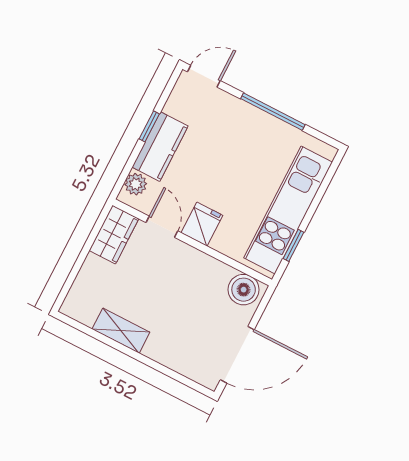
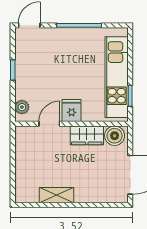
kitchen counter: (160, 147) -> (25, 79), removed
door: (162, 227) -> (49, 124), hinge flipped
wardrobe: (114, 235) -> (87, 135), moved, turned 90

